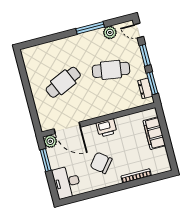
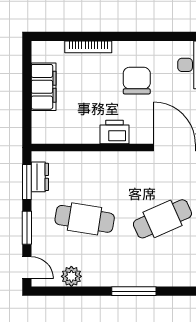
window: (90, 28) -> (134, 291), moved
filing cabinet: (154, 133) -> (44, 87), moved
chair: (101, 163) -> (137, 81), turned -129

